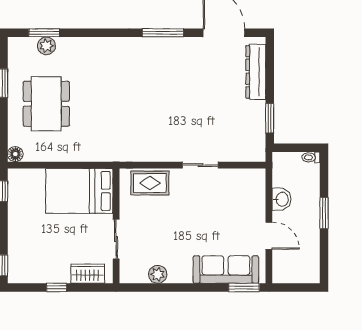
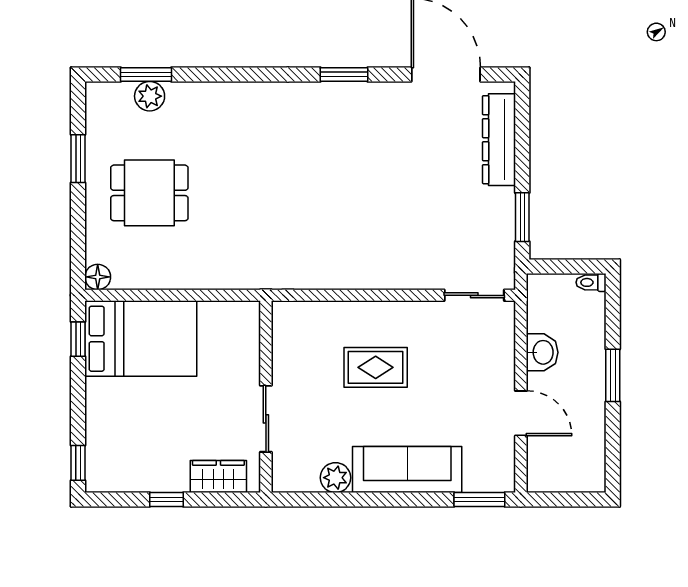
window: (163, 33) -> (344, 74), width x0.69
dining table: (46, 104) -> (149, 193), width x0.73
sliding door: (200, 165) -> (474, 295), moved
rug: (150, 183) -> (376, 367), moved
bed: (79, 191) -> (141, 339), moved, turned 180
sofa: (226, 270) -> (407, 470), moved

